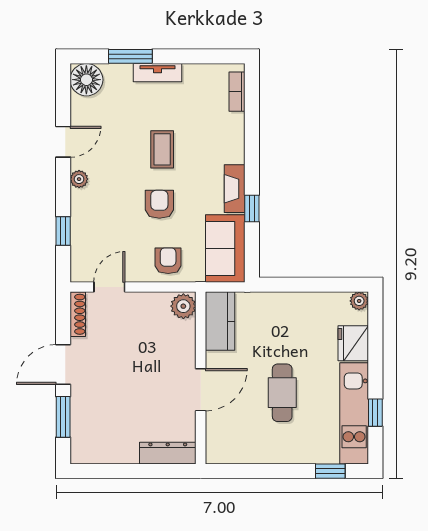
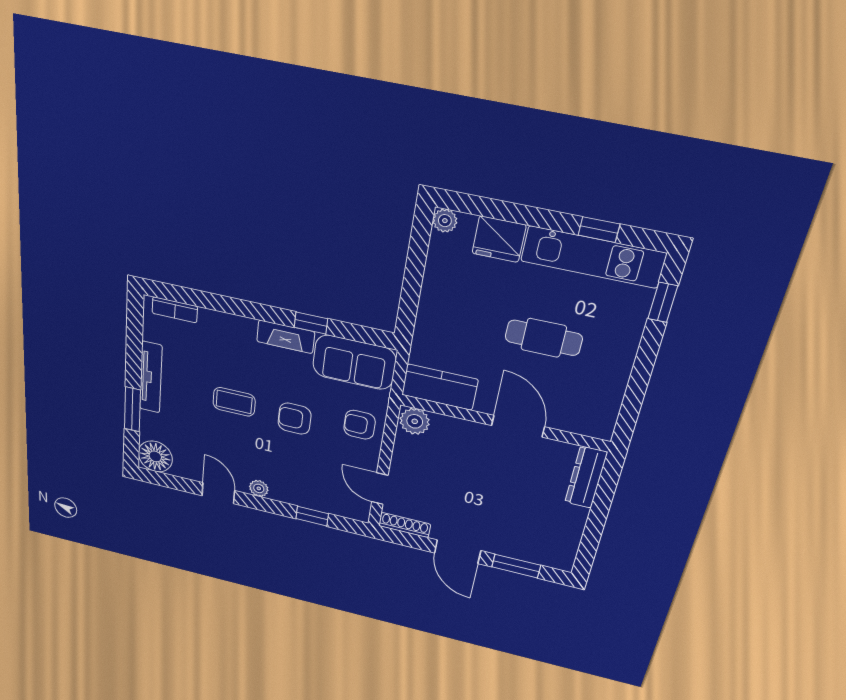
tv unit: (157, 73) -> (151, 377), width x1.41

